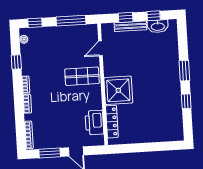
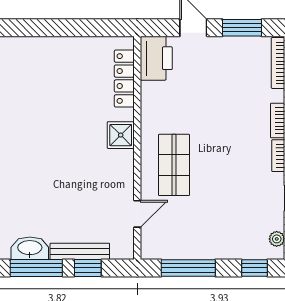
window: (154, 16) -> (36, 268), width x2.17
shop shelf: (82, 76) -> (174, 165), turned 90
shower: (118, 90) -> (121, 135), width x0.54, depth x0.54
printer: (94, 123) -> (156, 58), moved

